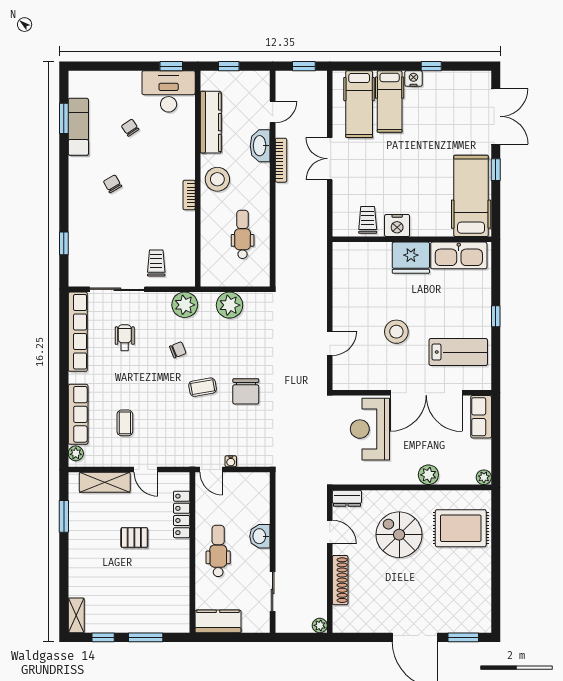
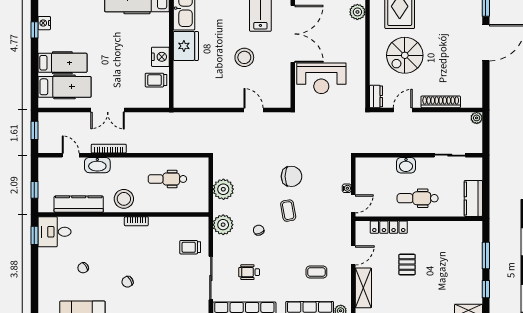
nightstand: (414, 79) -> (44, 23), moved
desk: (169, 91) -> (54, 232), width x0.73
plant: (428, 475) -> (357, 12), moved

